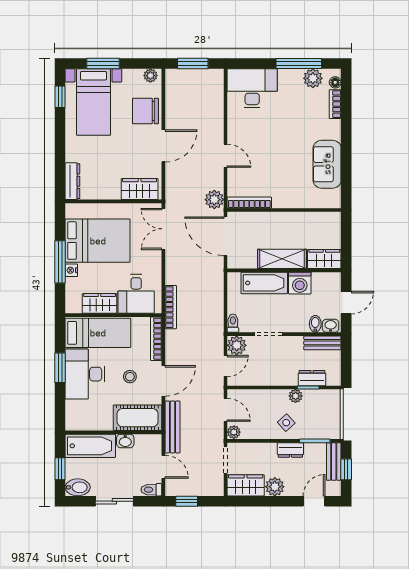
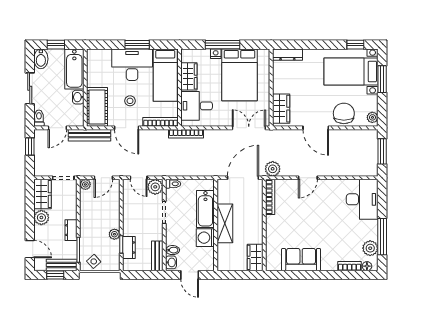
wardrobe: (324, 259) -> (255, 257), moved, turned 180
side table: (286, 423) -> (94, 261), moved

